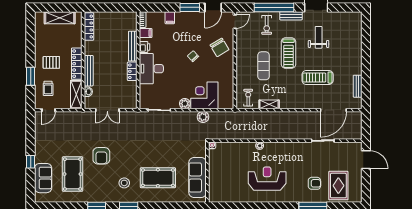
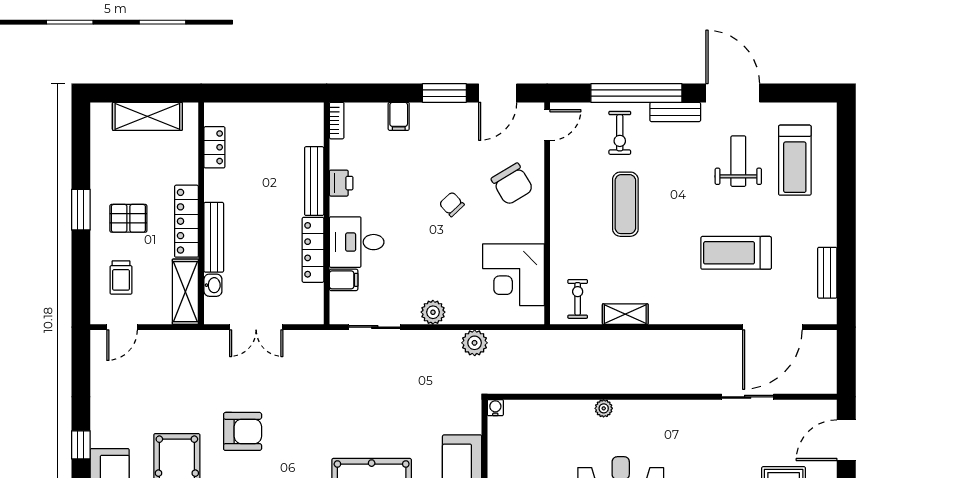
locker: (89, 26) -> (214, 147), width x0.66
filing cabinet: (146, 33) -> (344, 280), moved
treadmill: (289, 53) -> (795, 160), moved
exercise mat: (264, 66) -> (625, 204), moved
desk: (151, 69) -> (357, 242), width x0.73
locker: (132, 71) -> (313, 250), width x1.53
window: (31, 76) -> (81, 210), moved
corner desk: (204, 95) -> (514, 275), moved, turned -90
armchair: (101, 156) -> (243, 431), turned -90
door: (366, 160) -> (846, 440), swing flipped

